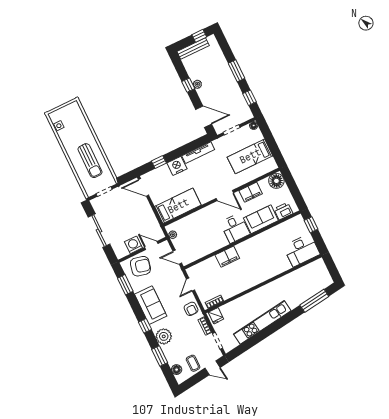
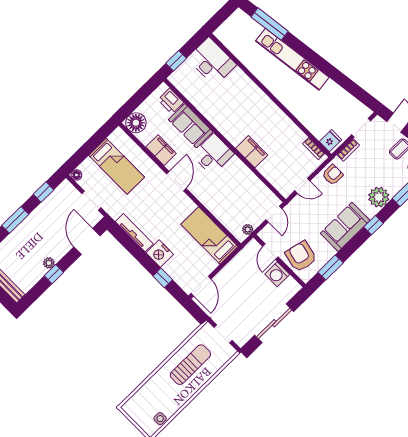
kitchen unit: (262, 322) -> (292, 59), moved

